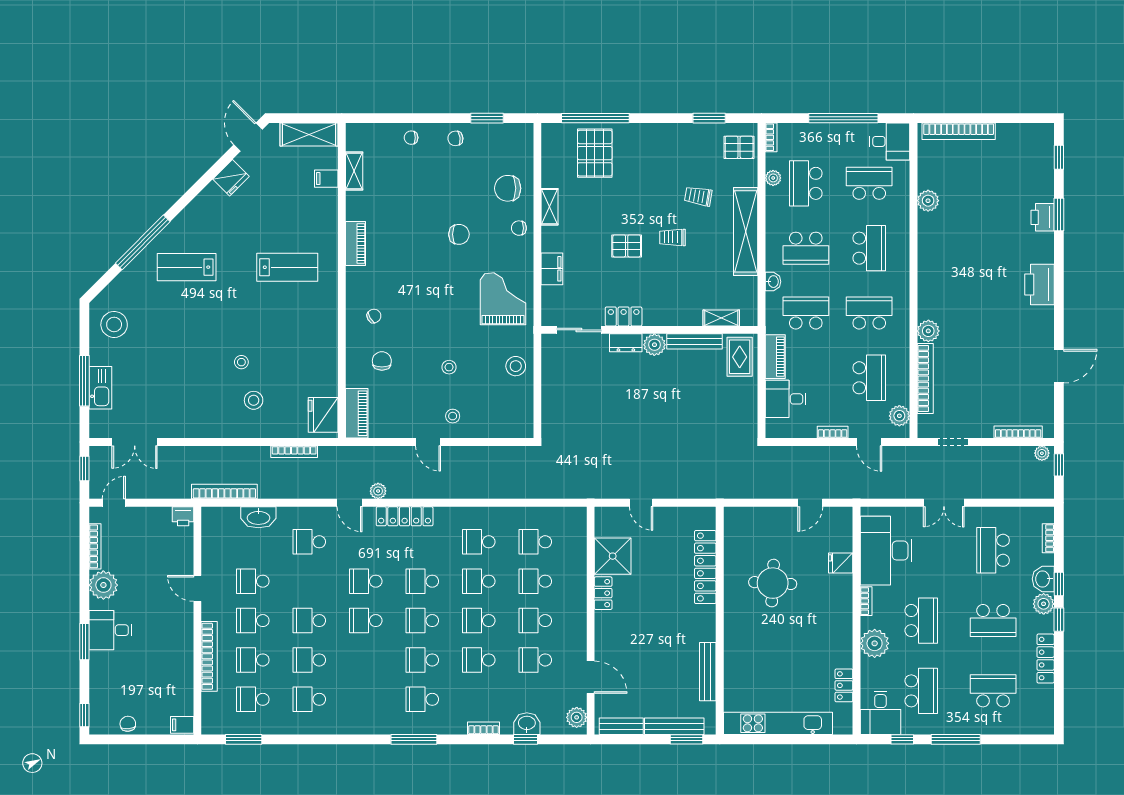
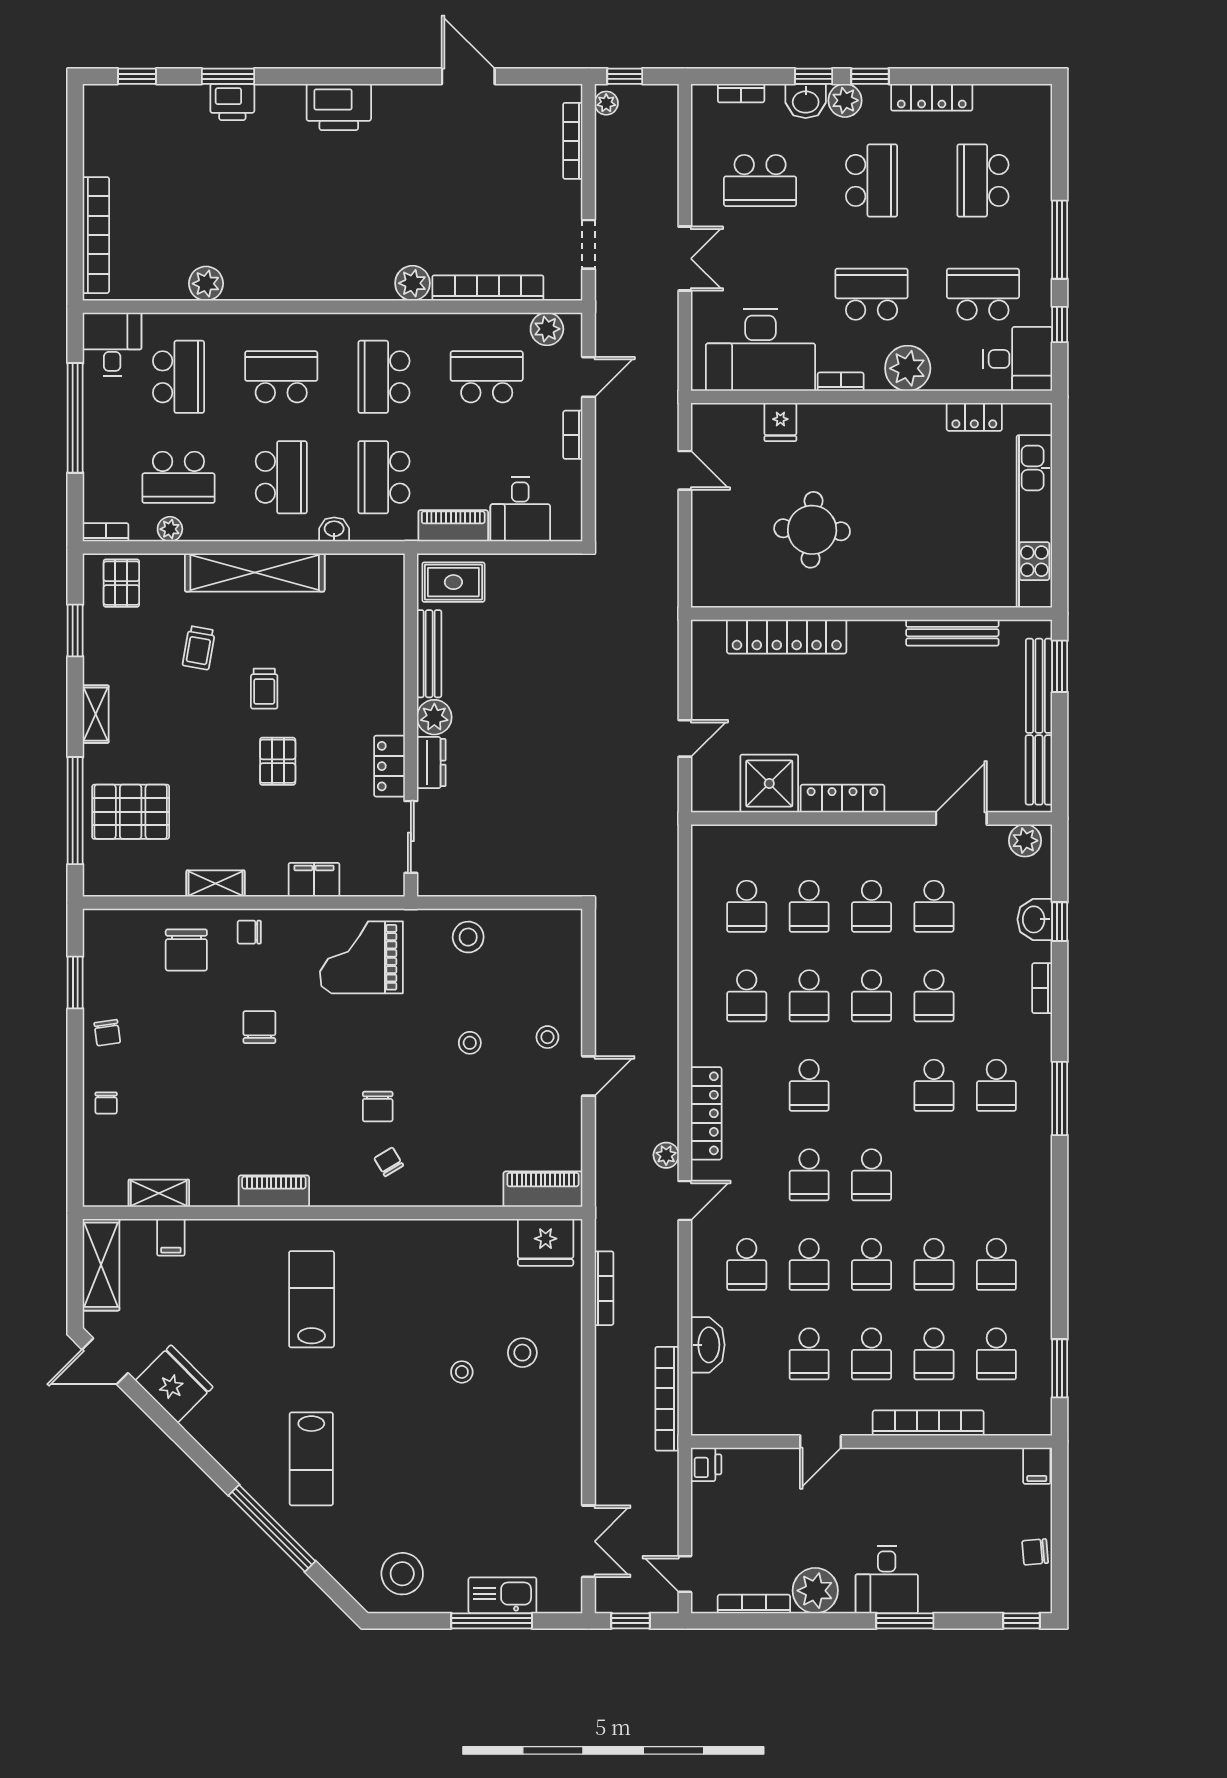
fridge: (231, 178) -> (174, 1384), width x1.36, depth x1.34
school desk: (869, 183) -> (178, 377), turned 180
chair: (519, 228) -> (249, 932), turned 90
shelving: (721, 318) -> (96, 714), moved
chair: (382, 361) -> (378, 1107), moved, turned -90
locker: (603, 593) -> (842, 799), width x1.53
school desk: (422, 621) -> (809, 1264), moved

